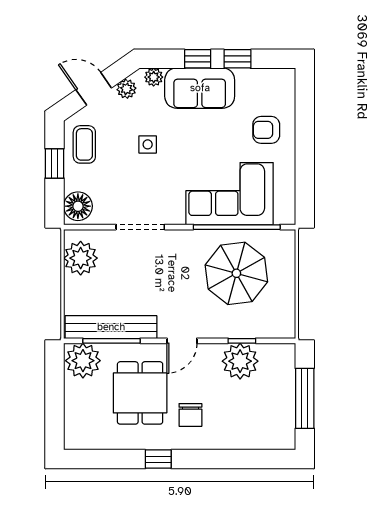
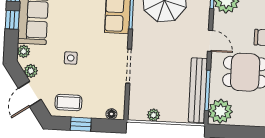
floor lamp: (78, 206) -> (111, 114), width x0.53, depth x0.53
plant: (81, 258) -> (154, 115), width x0.53, depth x0.53

